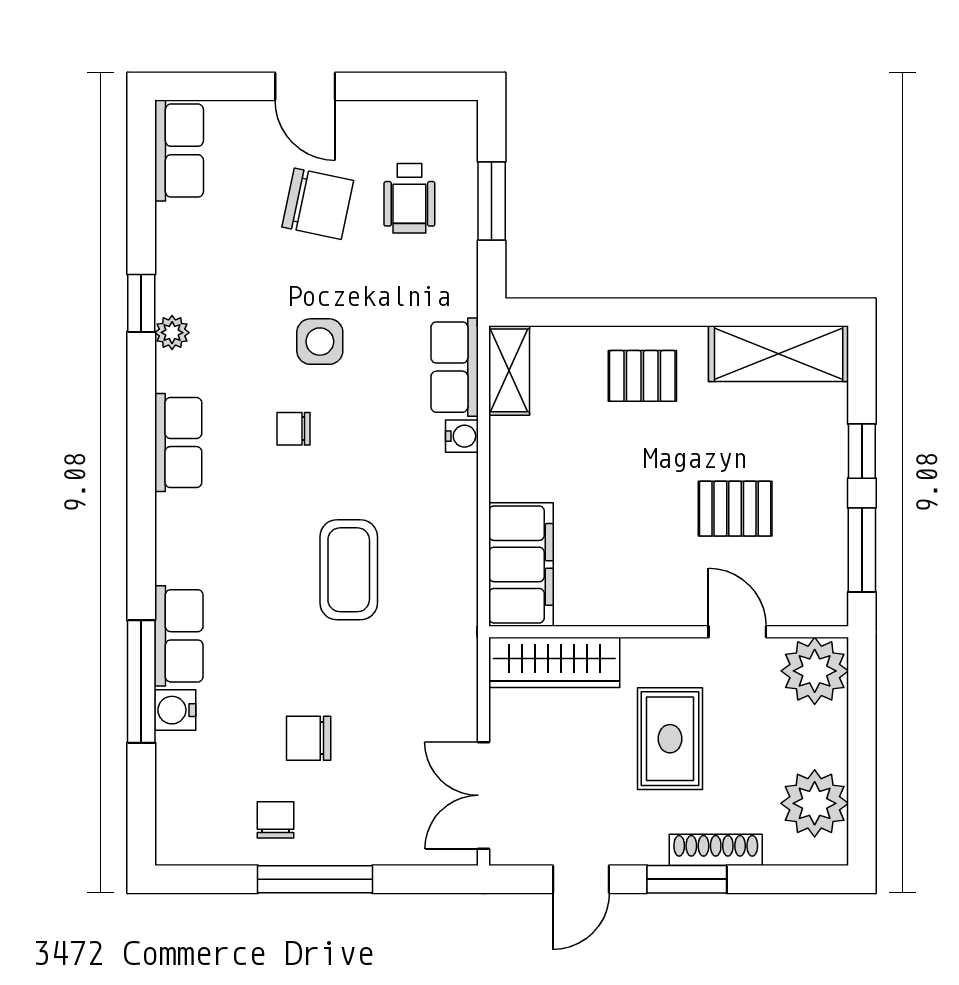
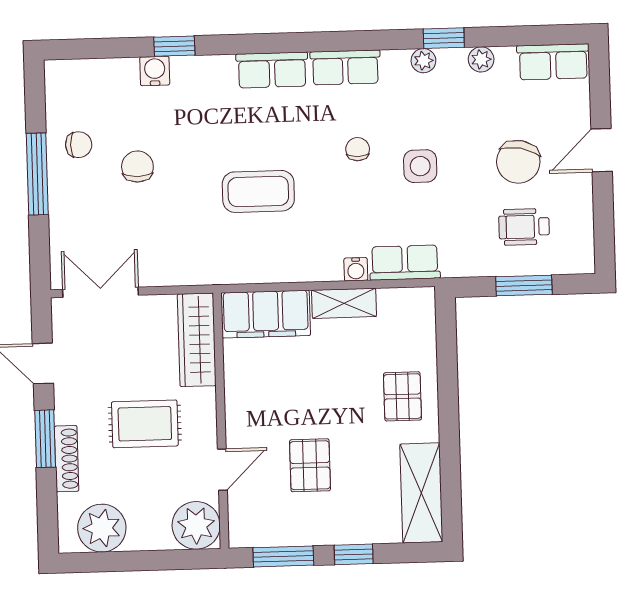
plant: (173, 252) -> (481, 59), added
shelving: (509, 370) -> (344, 303), moved
row of seats: (179, 636) -> (272, 70), moved
window: (141, 681) -> (174, 46), width x0.46

